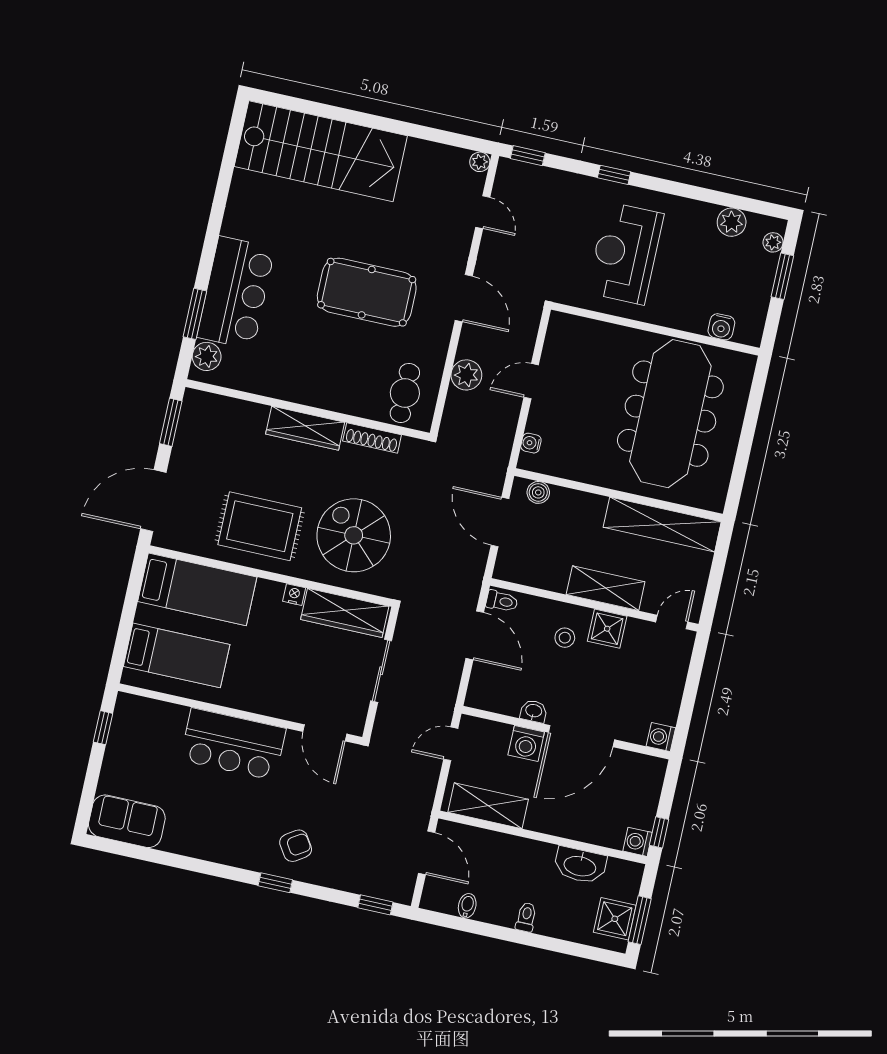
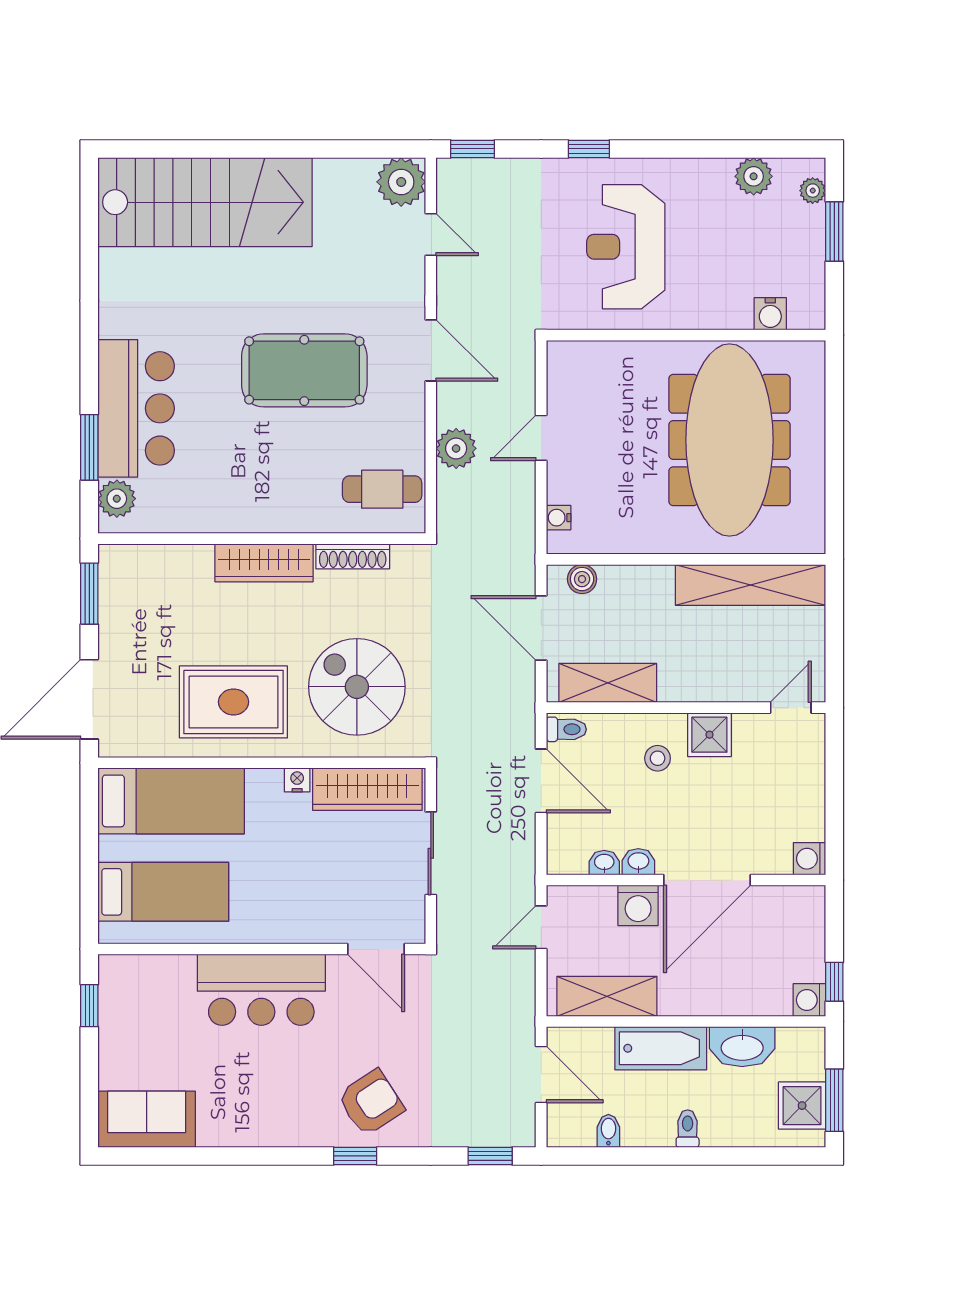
plant: (480, 162) -> (401, 182), width x1.87, depth x1.87
cafe table: (405, 393) -> (382, 489), turned 90
shelving: (606, 588) -> (608, 683), moved
washbasin: (508, 706) -> (604, 863), added
armchair: (296, 846) -> (371, 1103), width x1.38, depth x1.38
bathtub: (520, 853) -> (661, 1048), added

